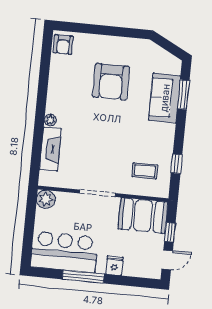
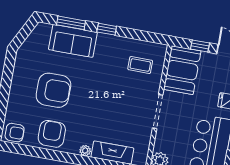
armchair: (65, 84) -> (52, 134), added
window: (177, 164) -> (107, 29), moved
coffee table: (145, 171) -> (140, 65), turned 90

